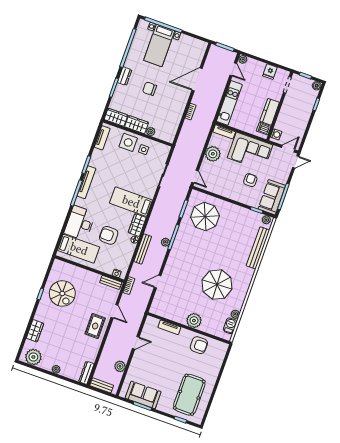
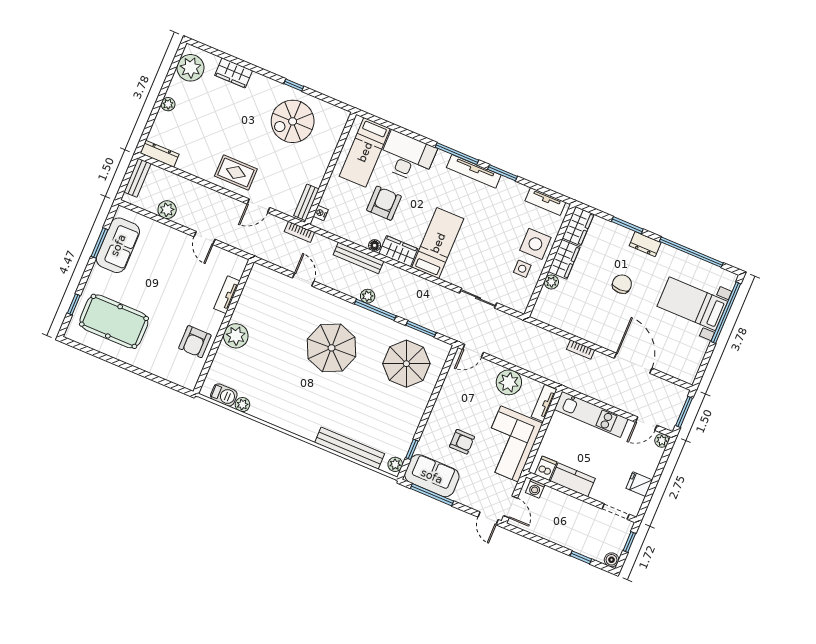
parasol: (217, 285) -> (332, 348), moved

